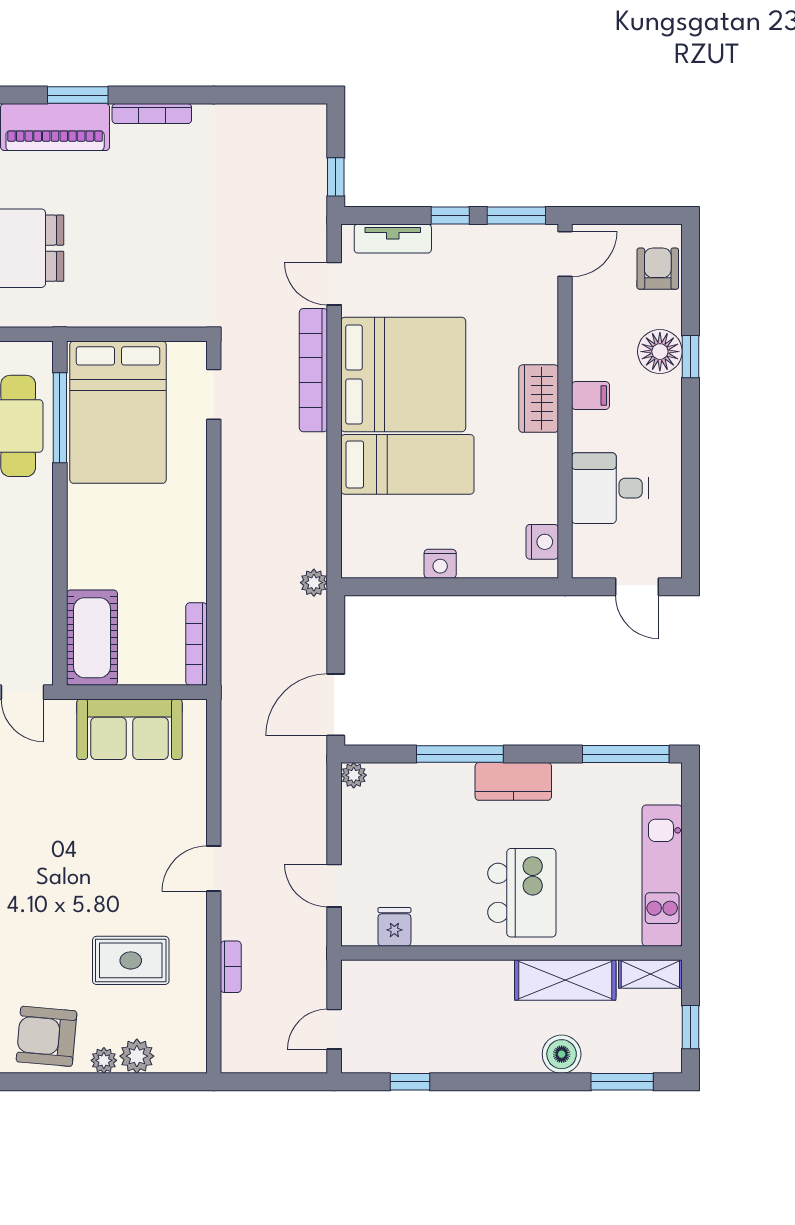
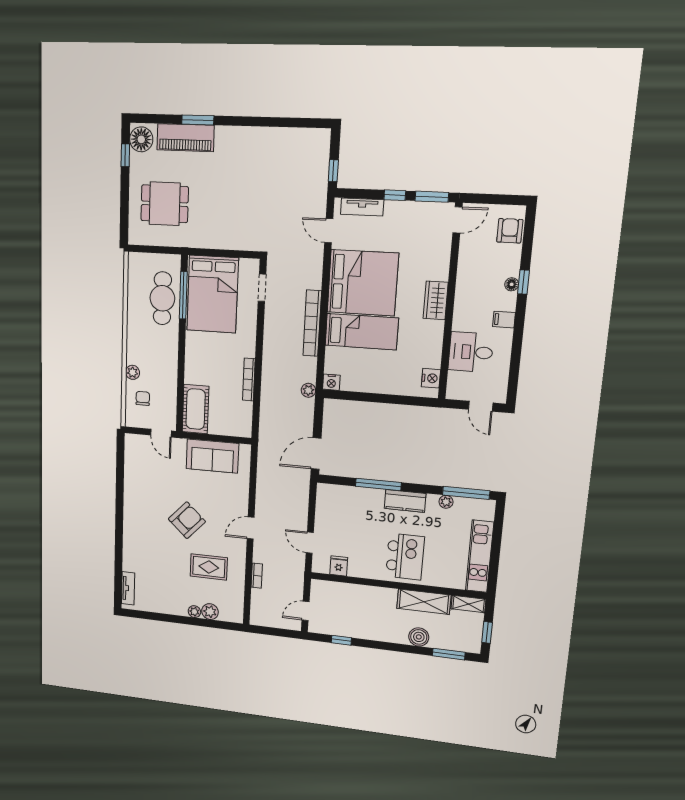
bookcase: (152, 114) -> (236, 132), removed
floor lamp: (660, 352) -> (512, 284), width x0.53, depth x0.53
bookcase: (313, 370) -> (312, 323), moved
filing cabinet: (591, 395) -> (504, 320), moved, turned 180
nightstand: (440, 564) -> (331, 382), moved
bookcase: (196, 644) -> (249, 379), moved
plant: (354, 775) -> (446, 502), moved
armchair: (47, 1036) -> (187, 520), moved, turned 128

